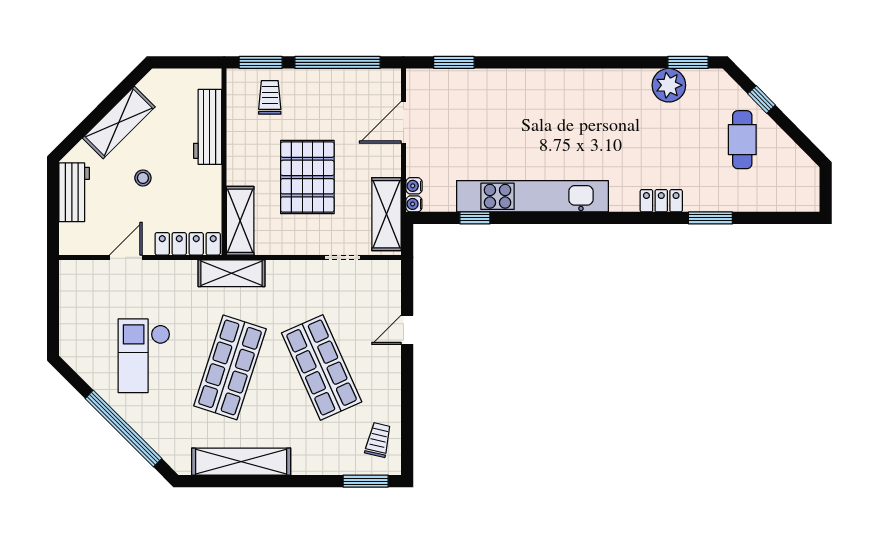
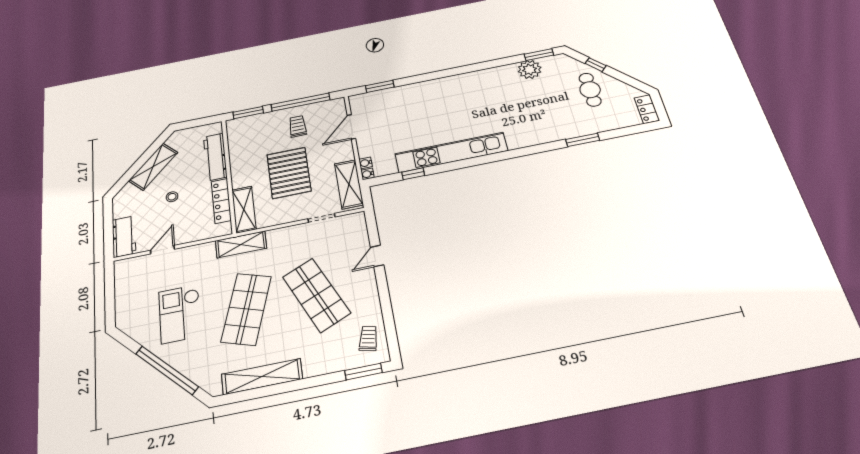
trolley: (270, 97) -> (298, 126), moved
workbench: (74, 192) -> (124, 237), moved
locker: (661, 201) -> (647, 109), moved, turned -90
locker: (188, 244) -> (221, 201), moved, turned -90

